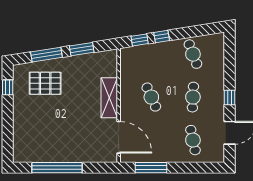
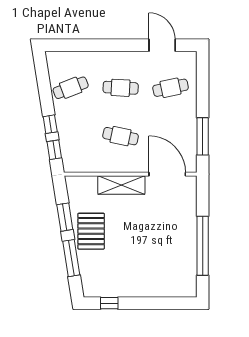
pallet: (45, 83) -> (91, 231), moved
cafe table: (151, 97) -> (121, 136), turned 36
window: (229, 98) -> (121, 45), removed
door: (119, 137) -> (167, 174), hinge flipped

